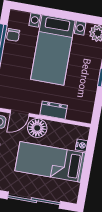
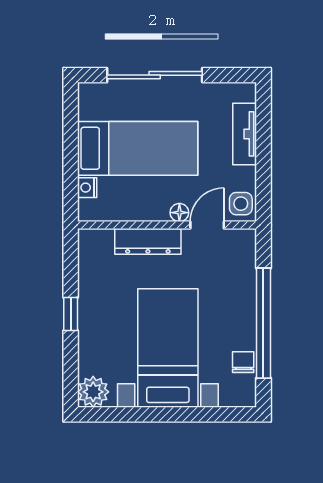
dresser: (54, 110) -> (148, 241), width x1.44
floor lamp: (37, 128) -> (179, 213), width x0.53, depth x0.53

